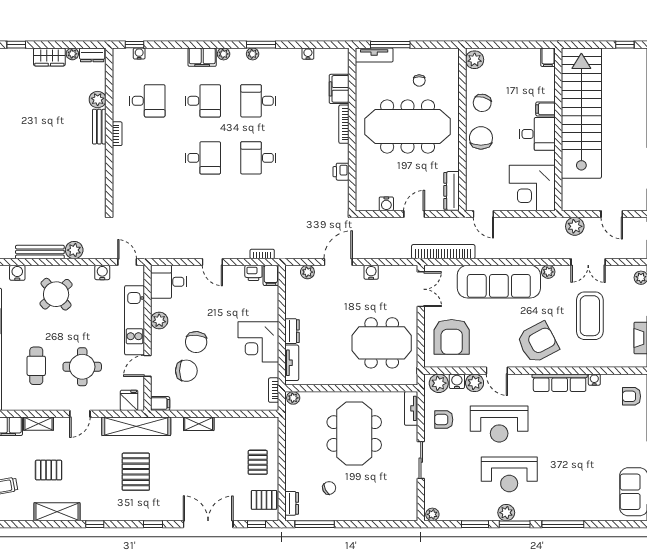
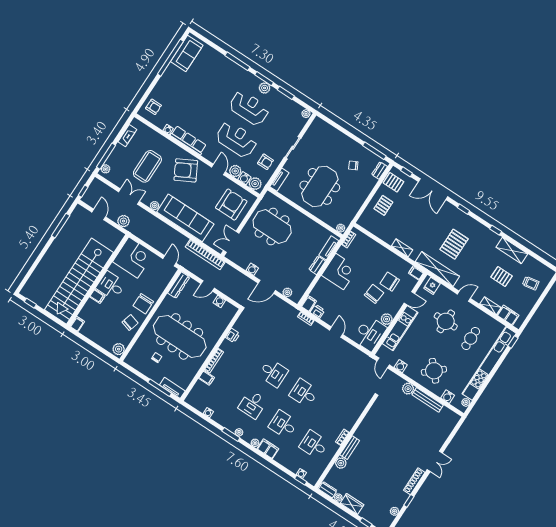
filing cabinet: (339, 89) -> (206, 378), width x0.50
desk: (258, 101) -> (253, 404), turned 90
desk: (169, 282) -> (370, 334), width x1.37

